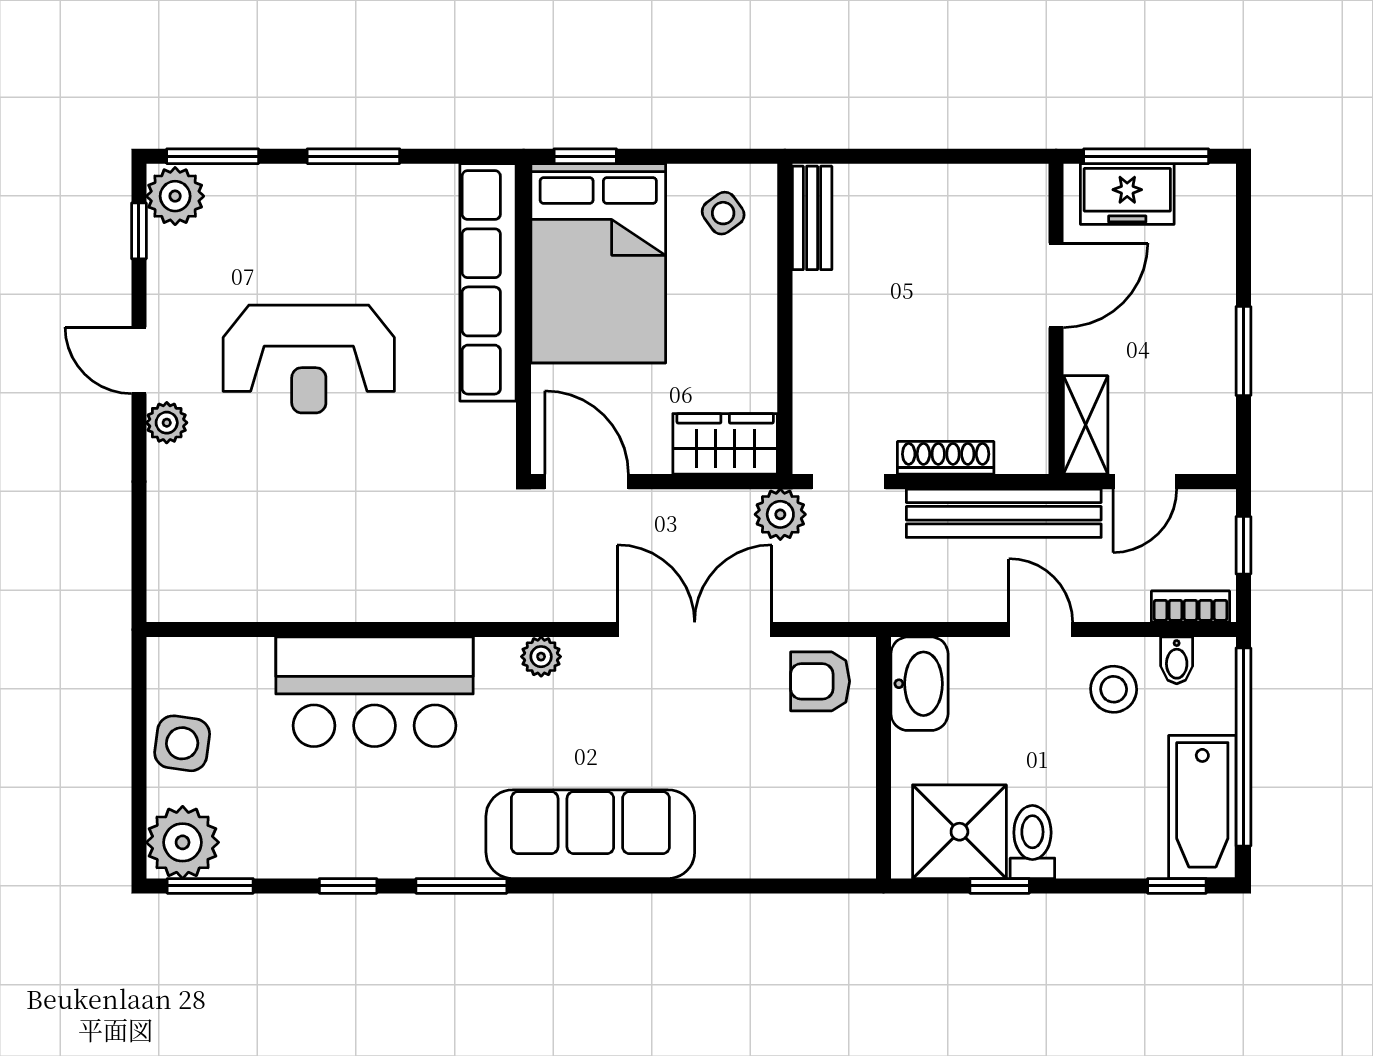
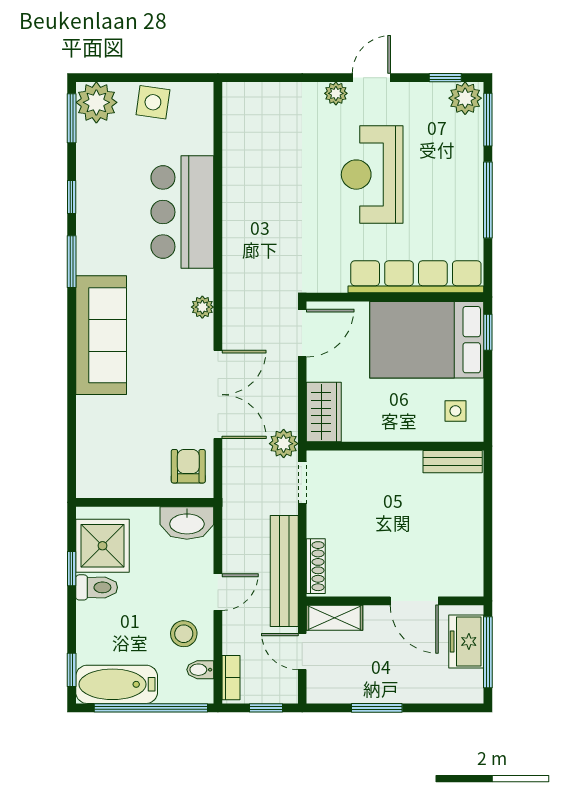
window: (353, 156) -> (488, 200), width x1.44
side table: (723, 213) -> (455, 411), turned 36
shoe rack: (946, 458) -> (316, 566), moved

